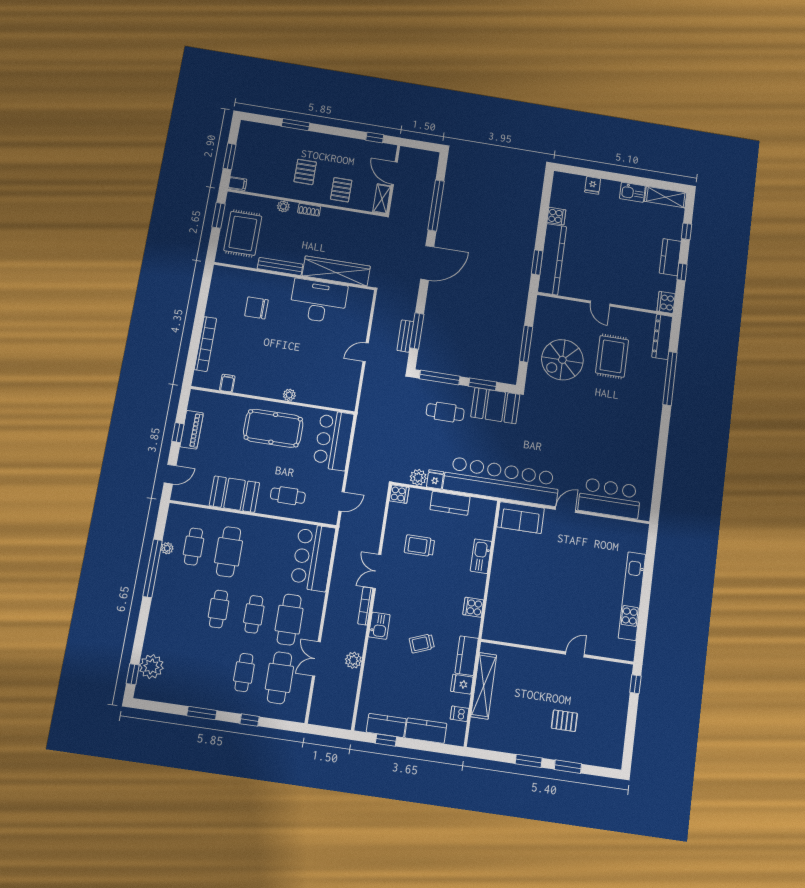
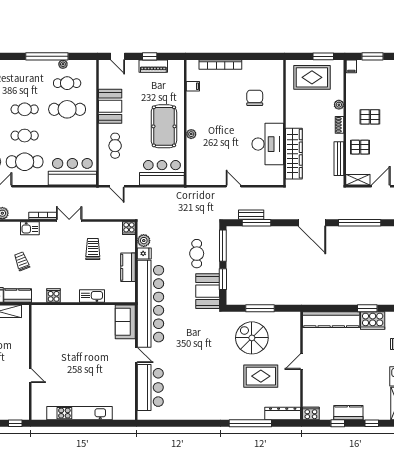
cooker: (556, 216) -> (373, 321), width x1.87, depth x1.31
window: (537, 262) -> (367, 308), moved
bench: (280, 266) -> (339, 159), moved

